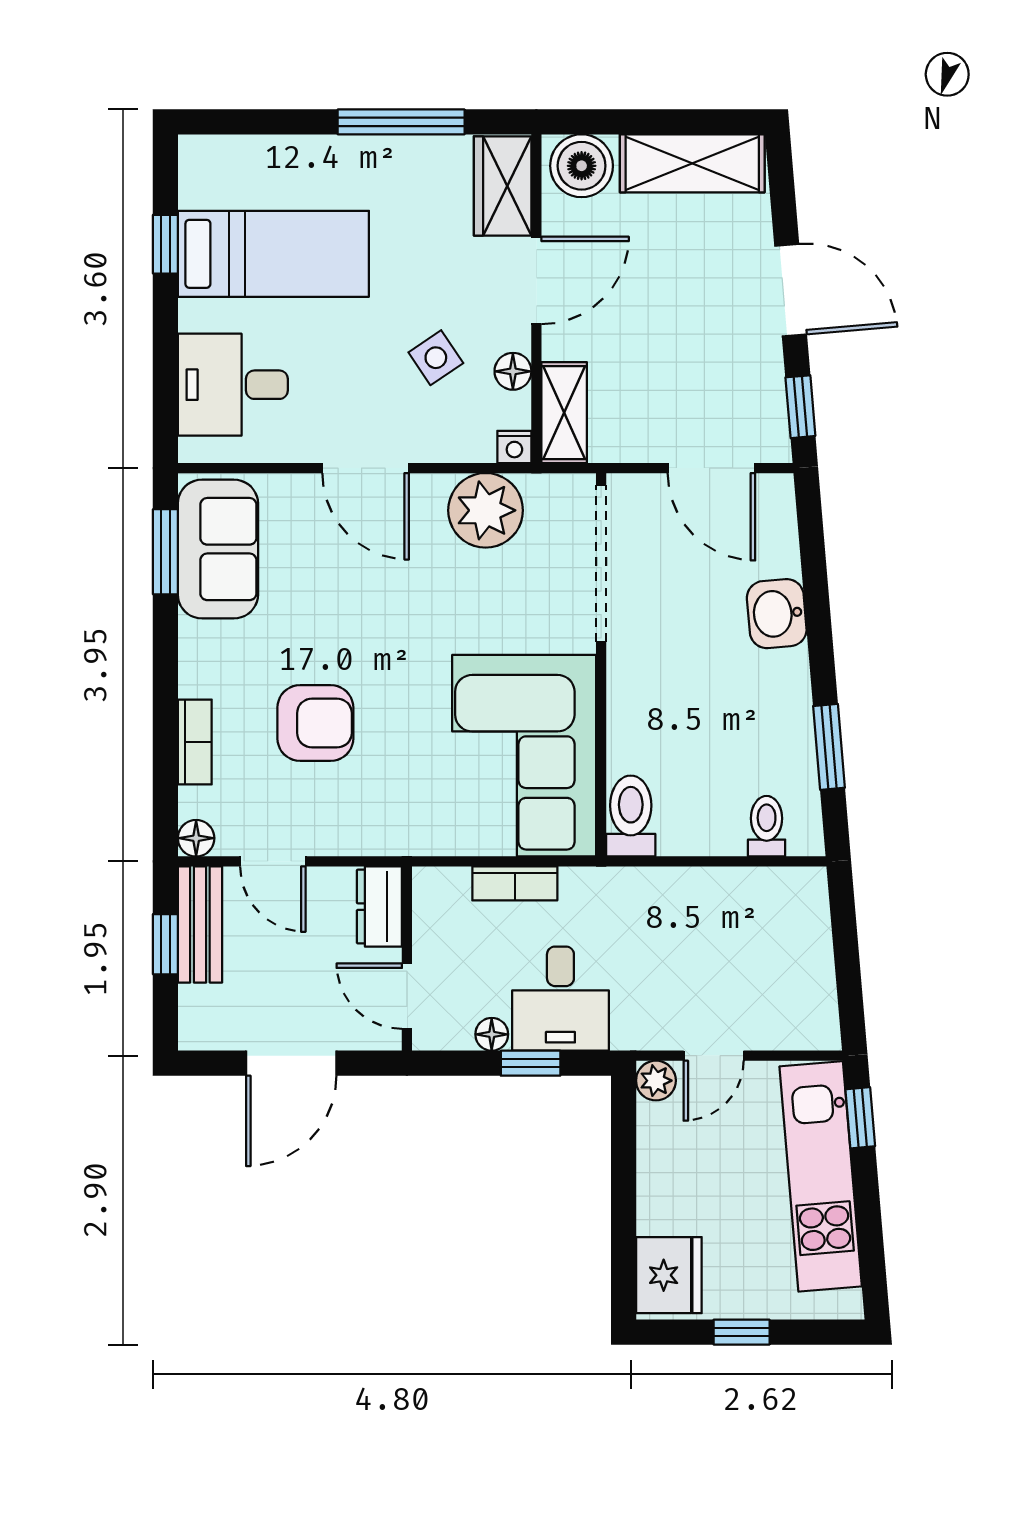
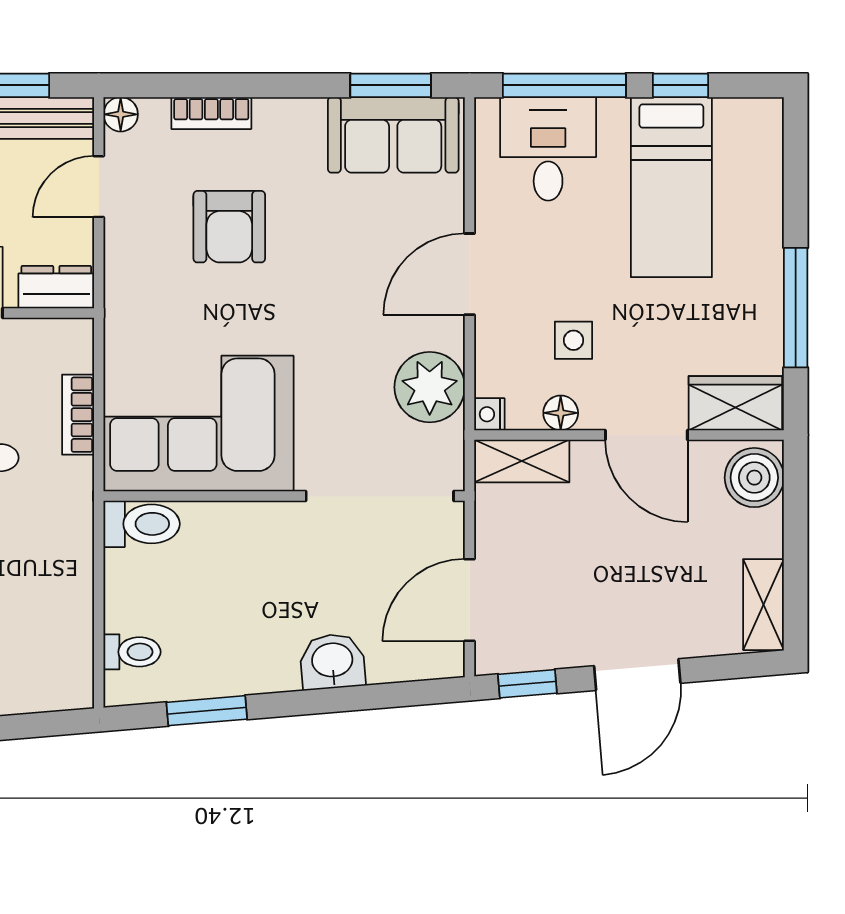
shelving: (692, 163) -> (763, 605), width x0.67, depth x0.75
side table: (436, 358) -> (574, 340), turned 34
window: (165, 367) -> (564, 85), added

